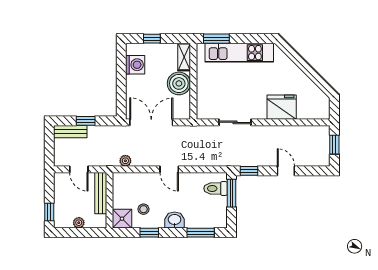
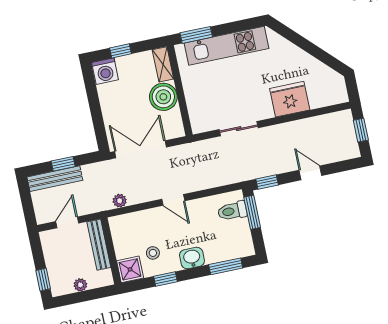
washing machine: (135, 65) -> (105, 71), moved, turned 90
bench: (70, 132) -> (55, 179), width x1.36
door: (79, 169) -> (67, 222), swing flipped

